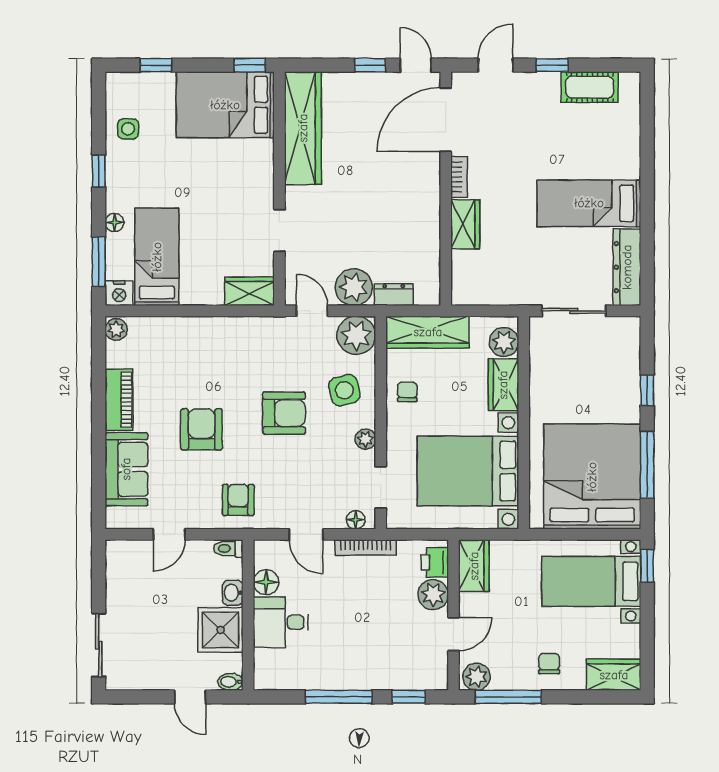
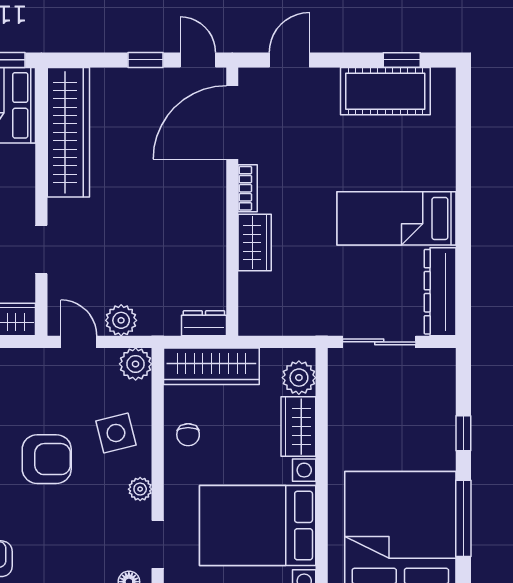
window: (552, 65) -> (402, 60), moved
cot: (590, 87) -> (385, 91), width x1.37, depth x1.34
plant: (354, 287) -> (121, 320), width x0.73, depth x0.73
dresser: (394, 295) -> (204, 323), moved
plant: (356, 335) -> (136, 364), width x0.73, depth x0.73
chair: (407, 392) -> (188, 435), turned 180

